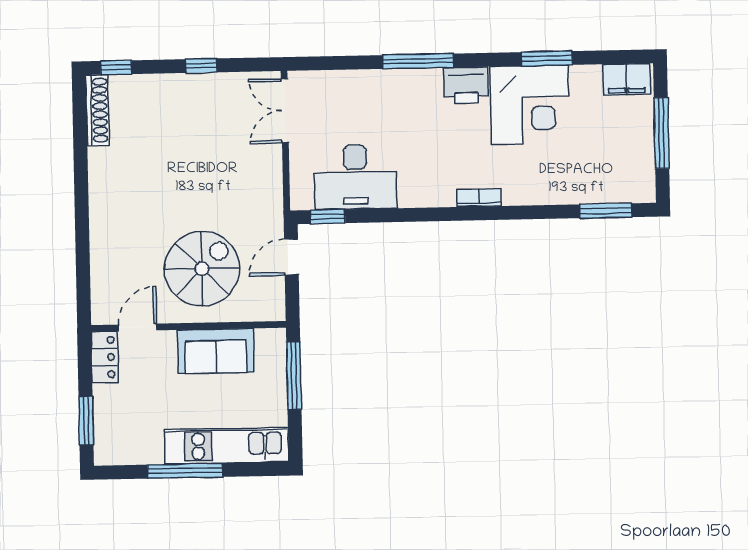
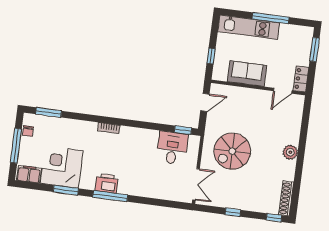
window: (418, 61) -> (110, 196), moved
corner desk: (530, 105) -> (62, 167), moved
chair: (642, 167) -> (28, 131), added
desk: (355, 177) -> (172, 148), width x0.73
plant: (103, 205) -> (290, 152), added
door: (291, 257) -> (205, 102), moved
spiral stairs: (202, 269) -> (232, 151), moved
window: (294, 375) -> (211, 56), width x0.46

